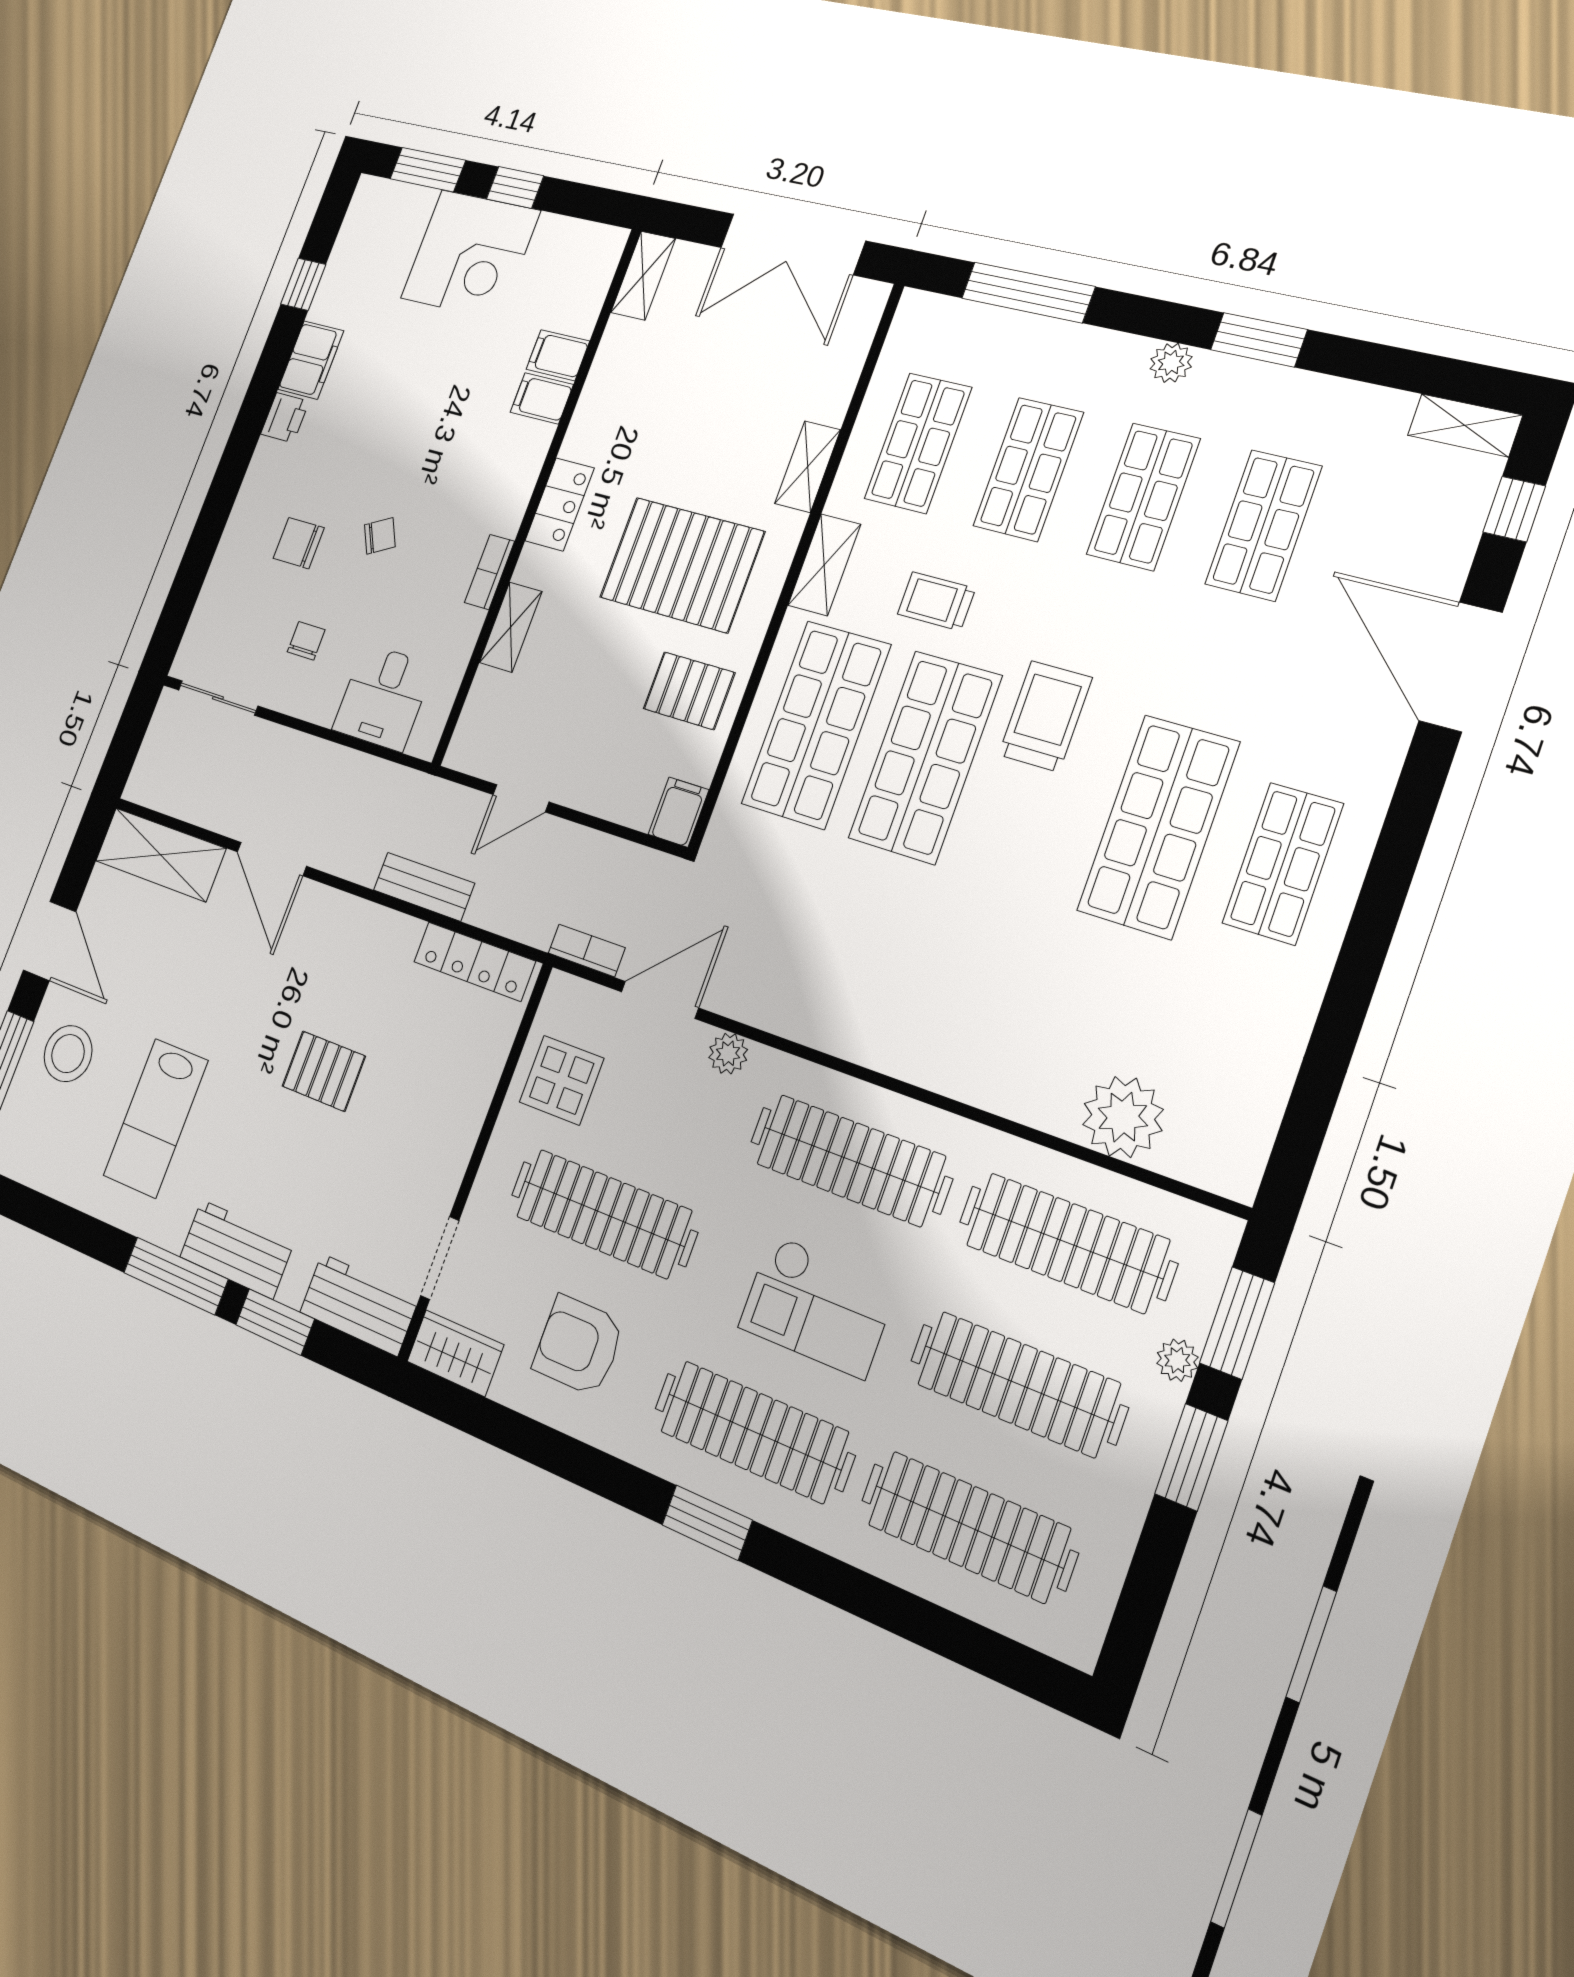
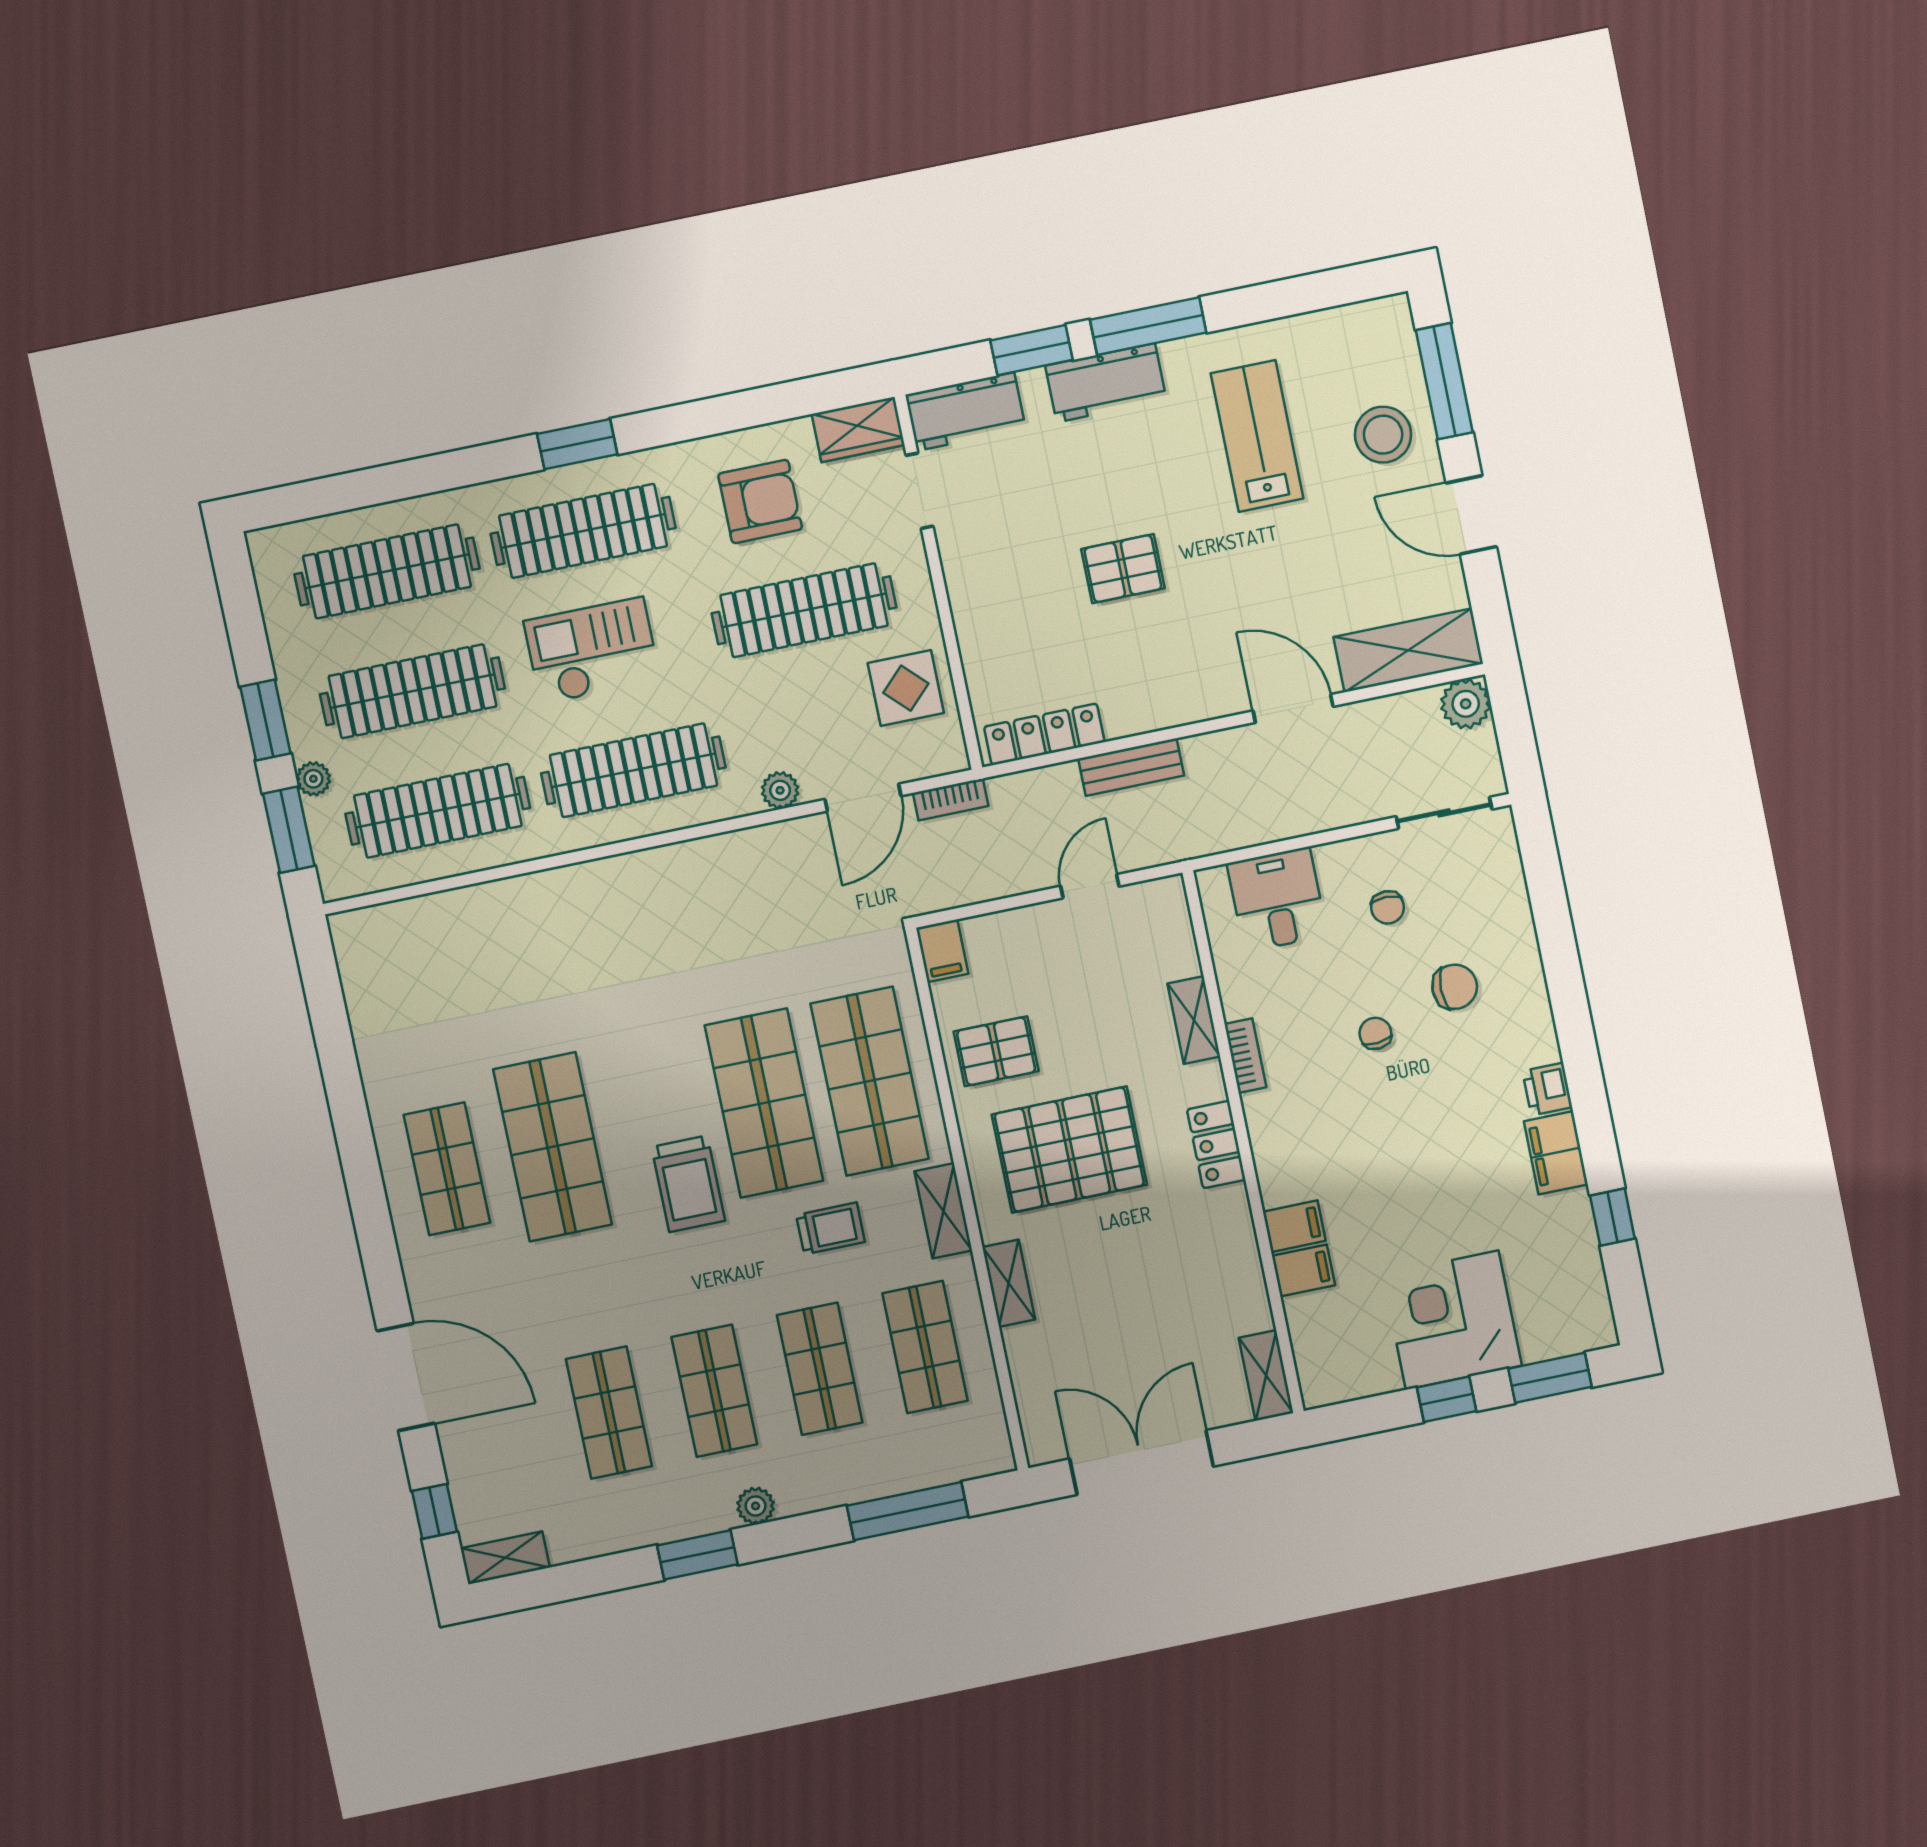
chair: (380, 536) -> (1375, 1033), turned 113
plant: (1123, 1117) -> (1466, 704), moved, width x0.73, depth x0.73

